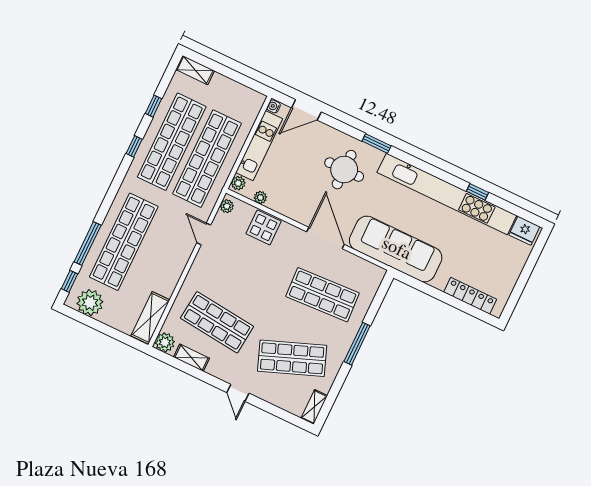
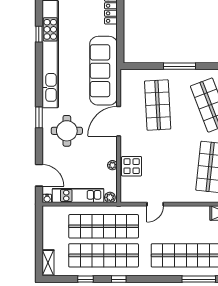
plant: (260, 197) -> (112, 165), moved
plant: (227, 206) -> (129, 198), removed

